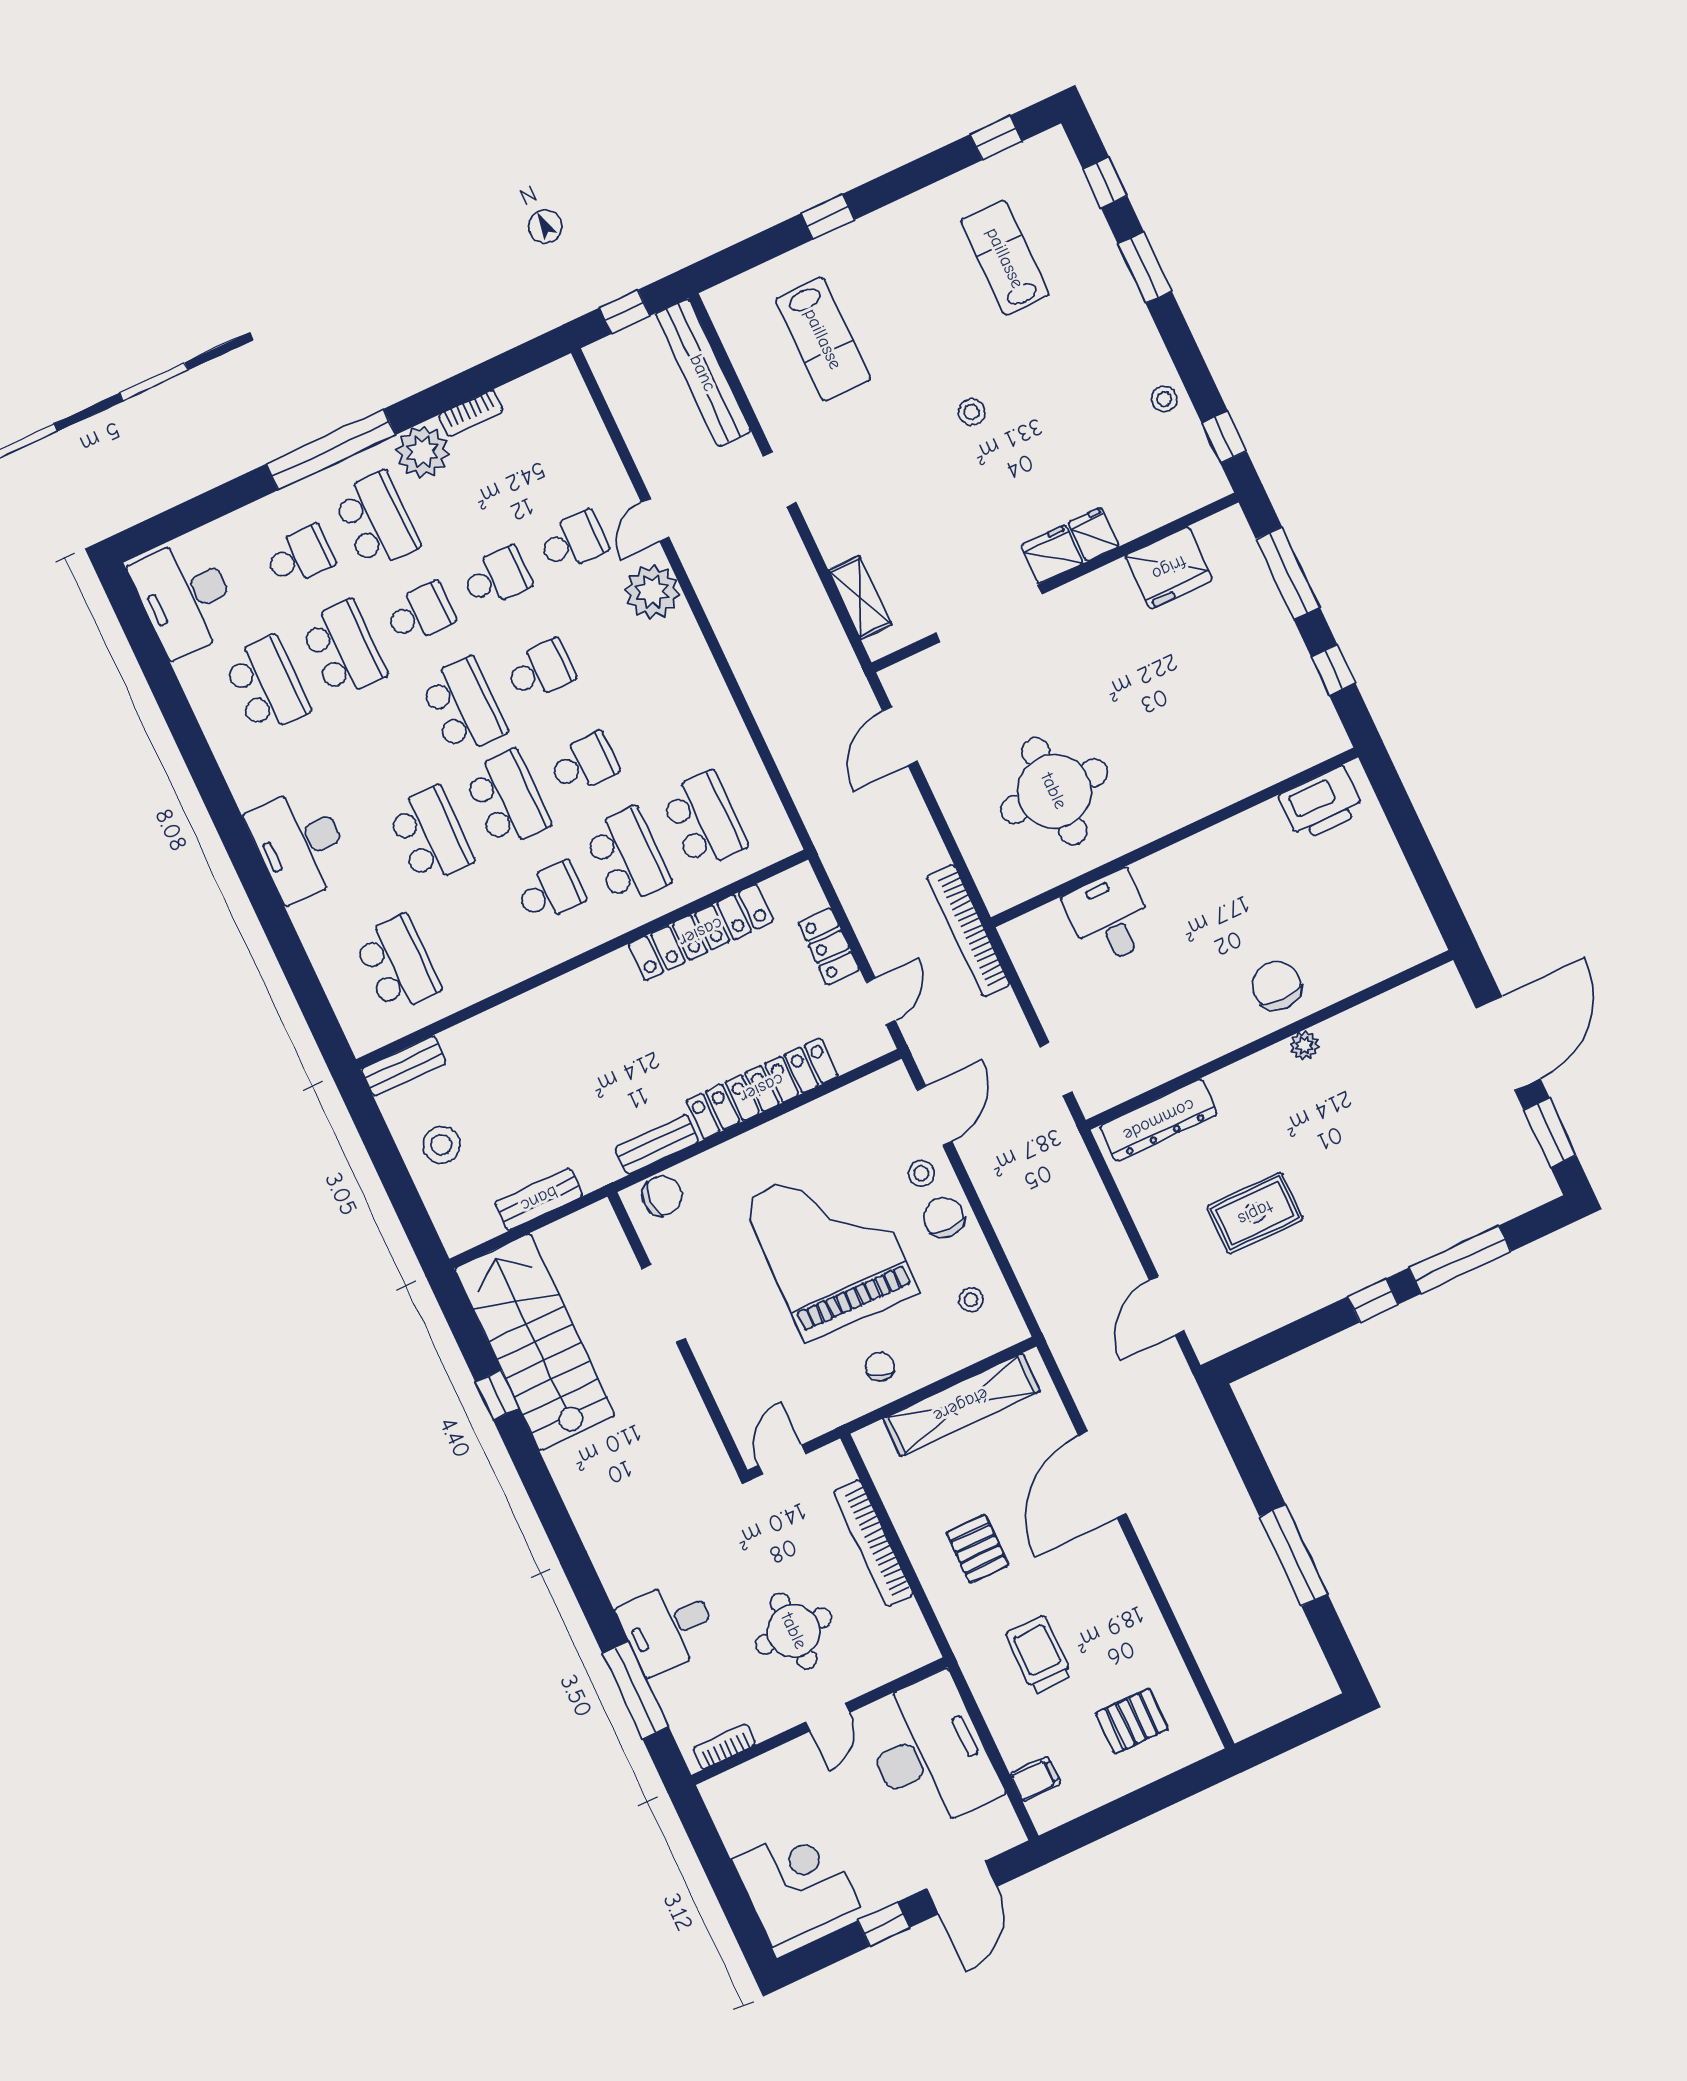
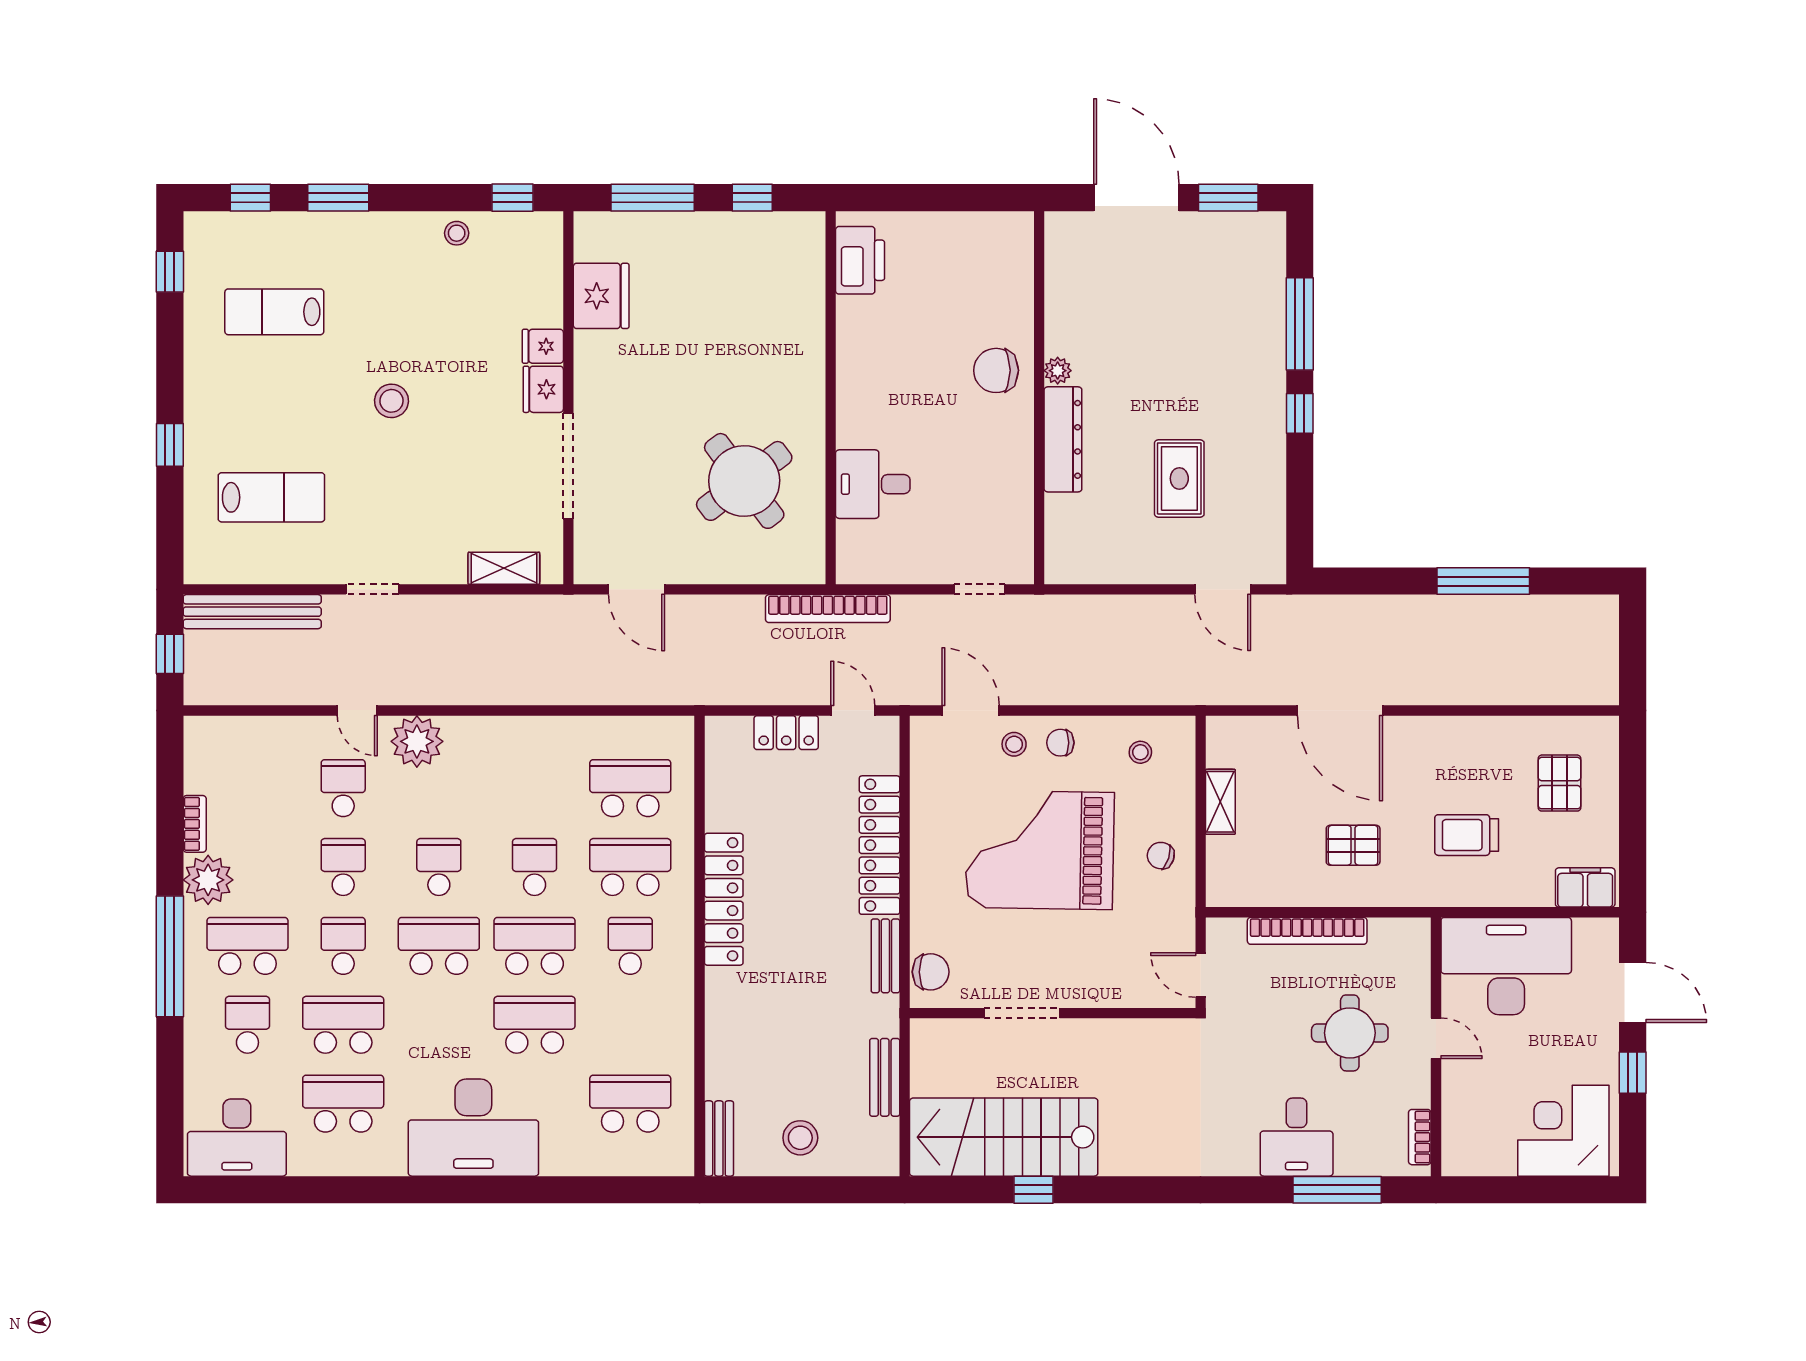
stool: (972, 412) -> (391, 401), width x1.37, depth x1.37
round table: (1054, 791) -> (744, 481), turned -37
desk: (300, 844) -> (473, 1128), width x1.36, depth x1.30
locker: (701, 932) -> (724, 899), moved
dresser: (1159, 1120) -> (1063, 439), moved
chair: (662, 1196) -> (931, 972), turned 90
chair: (944, 1218) -> (1060, 743), width x0.73, depth x0.73
shelving: (961, 1405) -> (1220, 802), width x0.45, depth x0.75
filing cabinet: (1035, 1779) -> (1585, 887), width x2.00

